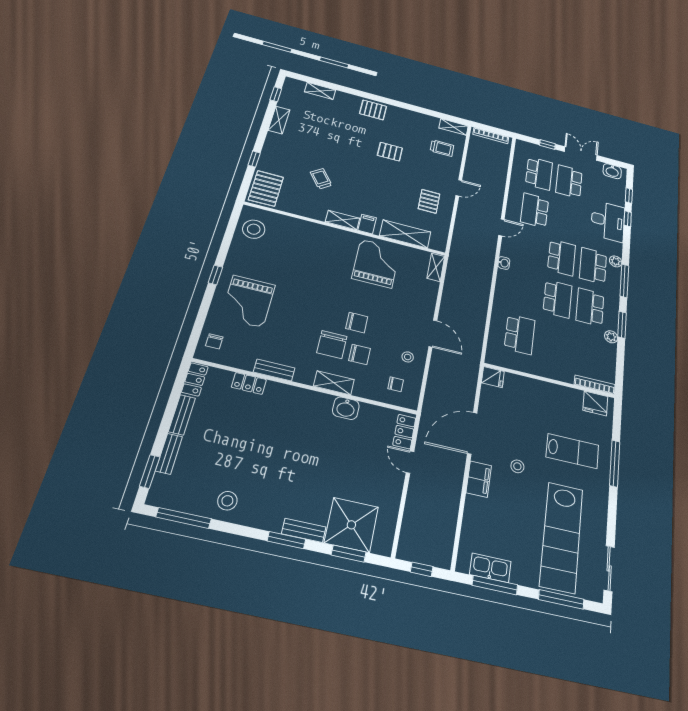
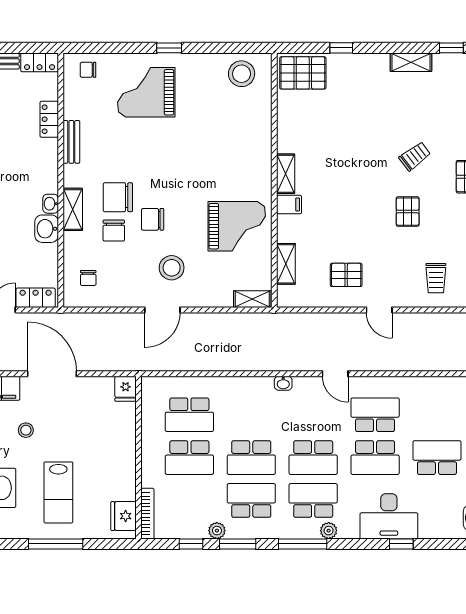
school desk: (539, 173) -> (375, 458), moved
trolley: (321, 179) -> (415, 156), moved
window: (629, 196) -> (191, 544), moved
shelving: (405, 234) -> (286, 264), width x0.67, depth x0.75
chair: (357, 323) -> (153, 219), turned 90
school desk: (553, 343) -> (189, 458), added
stool: (408, 357) -> (172, 268), moved, width x1.89, depth x1.89
washbasin: (324, 400) -> (51, 204), added

